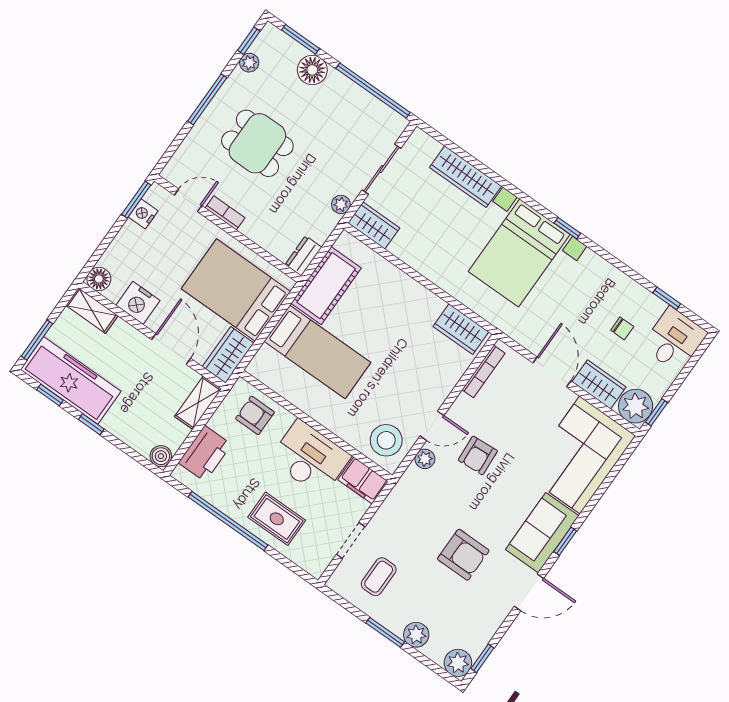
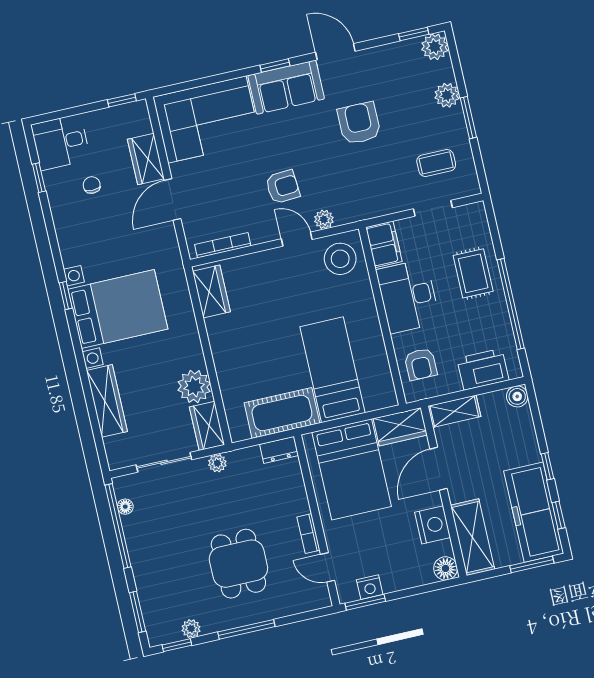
floor lamp: (312, 70) -> (125, 507), moved, width x0.53, depth x0.53
shelving: (92, 311) -> (472, 537), width x1.50, depth x1.33
plant: (636, 406) -> (194, 387), moved

